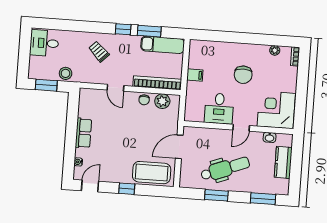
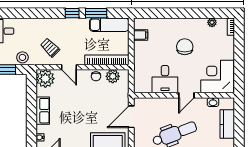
trolley: (99, 52) -> (50, 48), moved
filing cabinet: (195, 75) -> (141, 35), moved
chair: (243, 75) -> (185, 47), turned 180
plant: (89, 98) -> (45, 79), added

